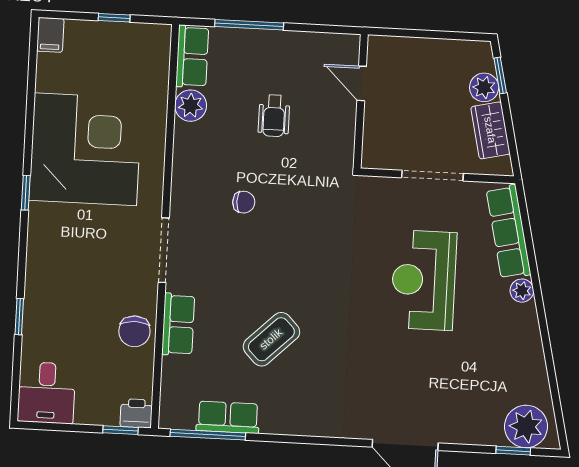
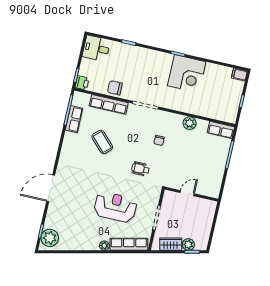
door: (362, 83) -> (187, 193), moved
plant: (191, 106) -> (190, 123), moved
wheelchair: (274, 116) -> (140, 169), moved
corner desk: (85, 149) -> (187, 74), width x0.74, depth x0.74
row of seats: (178, 324) -> (109, 104), width x1.48

